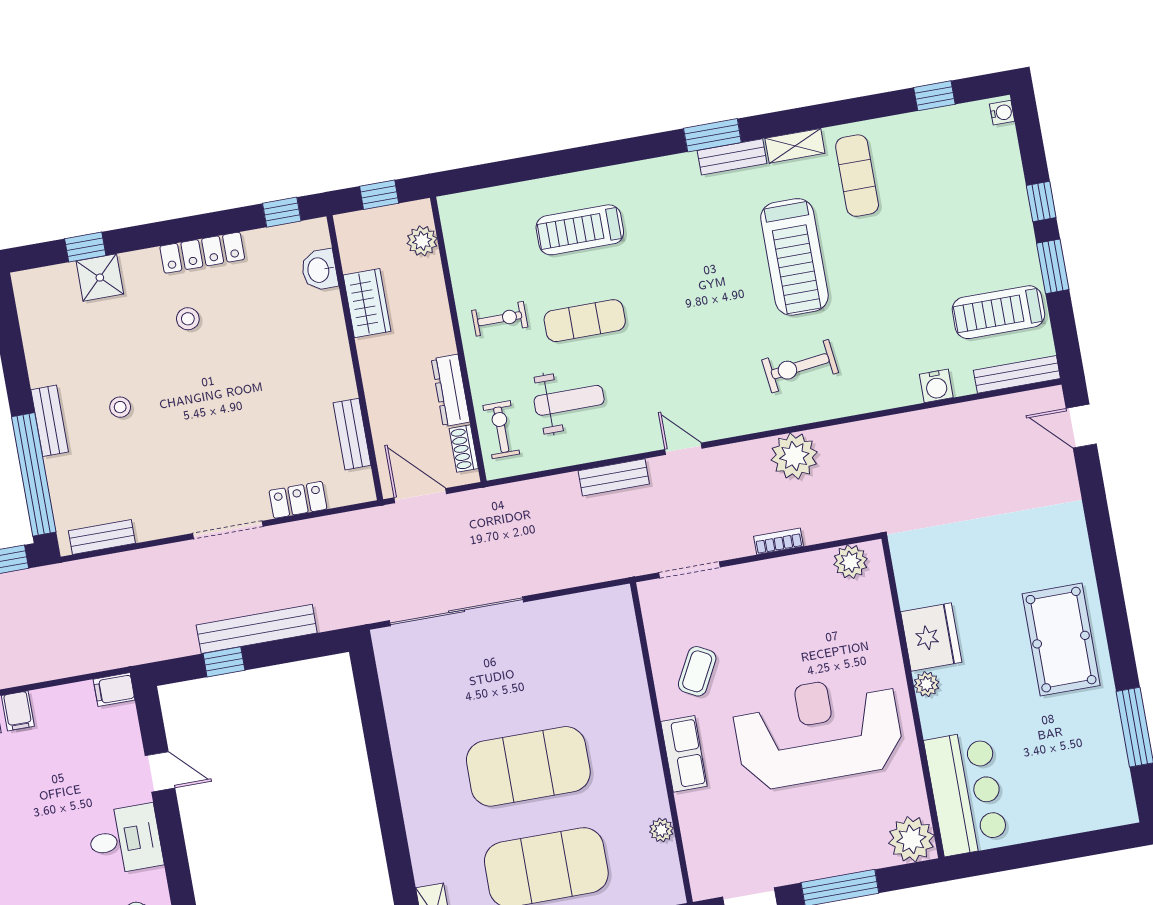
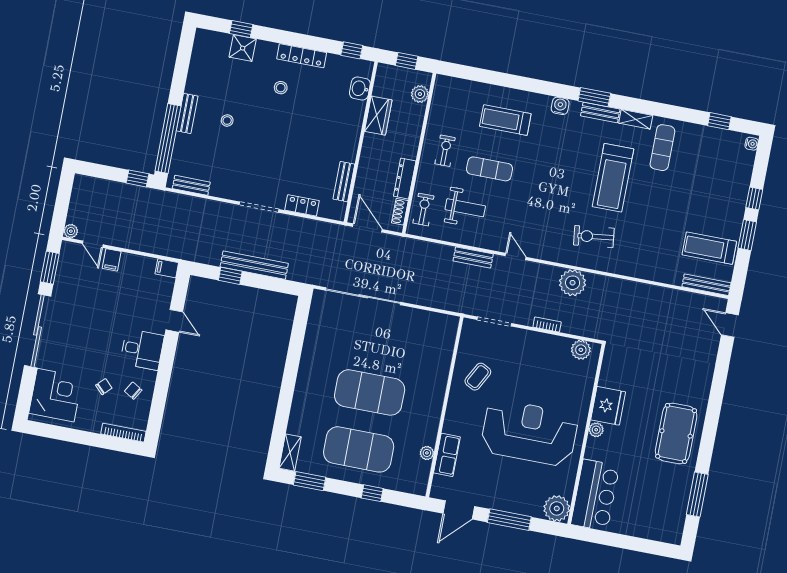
exercise bike: (500, 319) -> (445, 151), turned -90
water cooler: (936, 386) -> (560, 106), moved, turned 180
row of seats: (684, 754) -> (447, 455), moved

